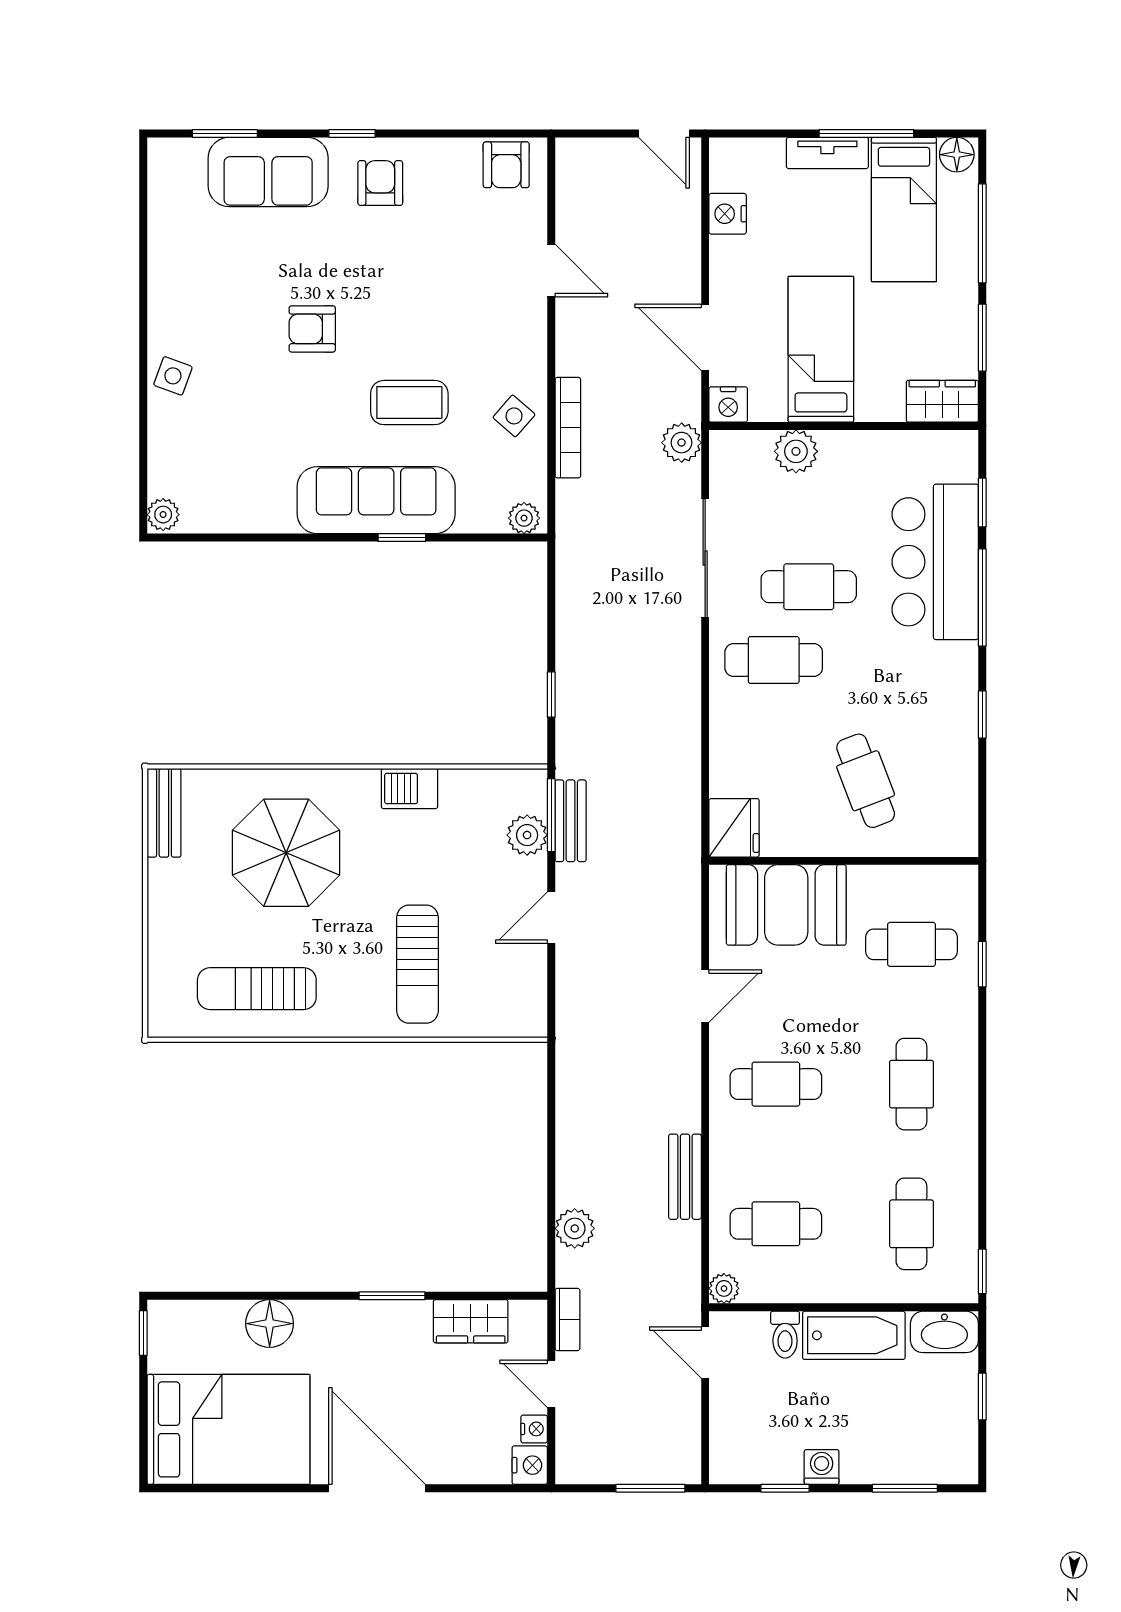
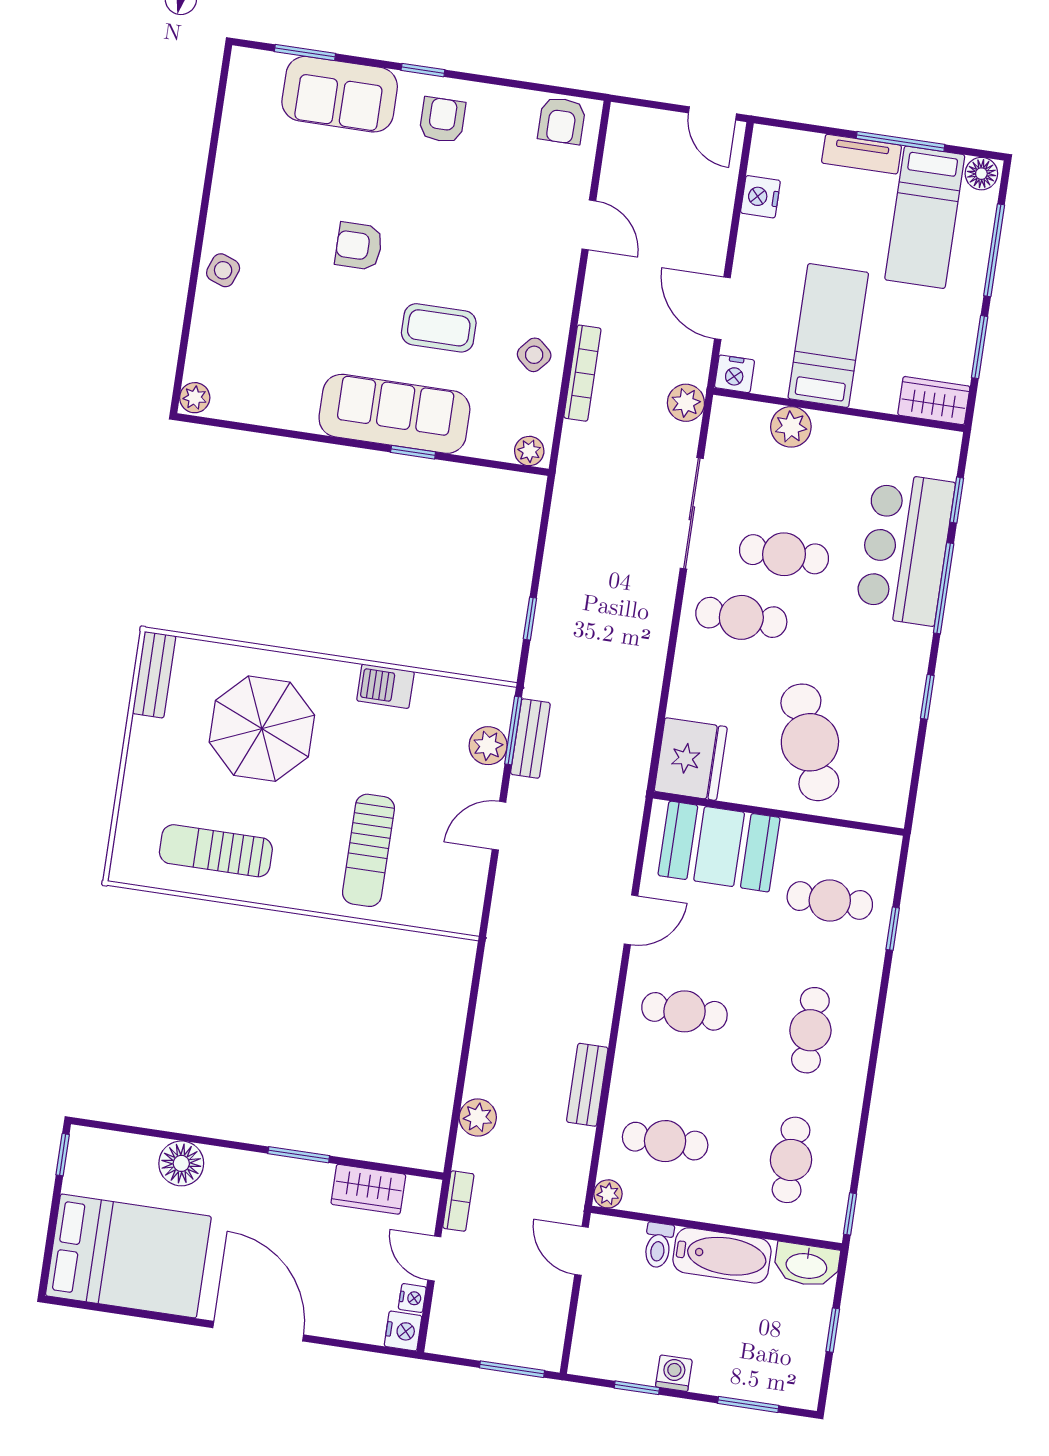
cafe table: (866, 781) -> (810, 742), width x1.37, depth x1.35
fridge: (734, 828) -> (691, 759), width x1.36, depth x1.34

